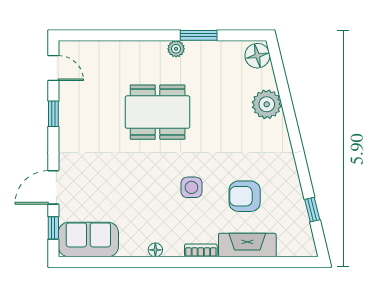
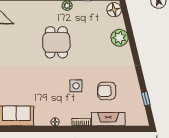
dining table: (158, 112) -> (56, 42), width x0.73

